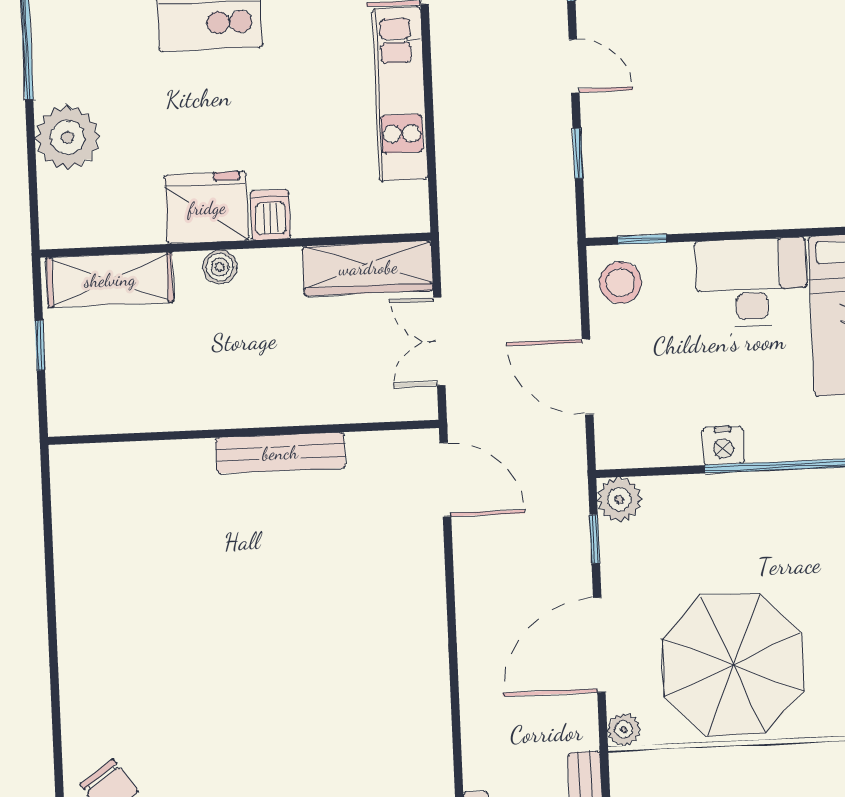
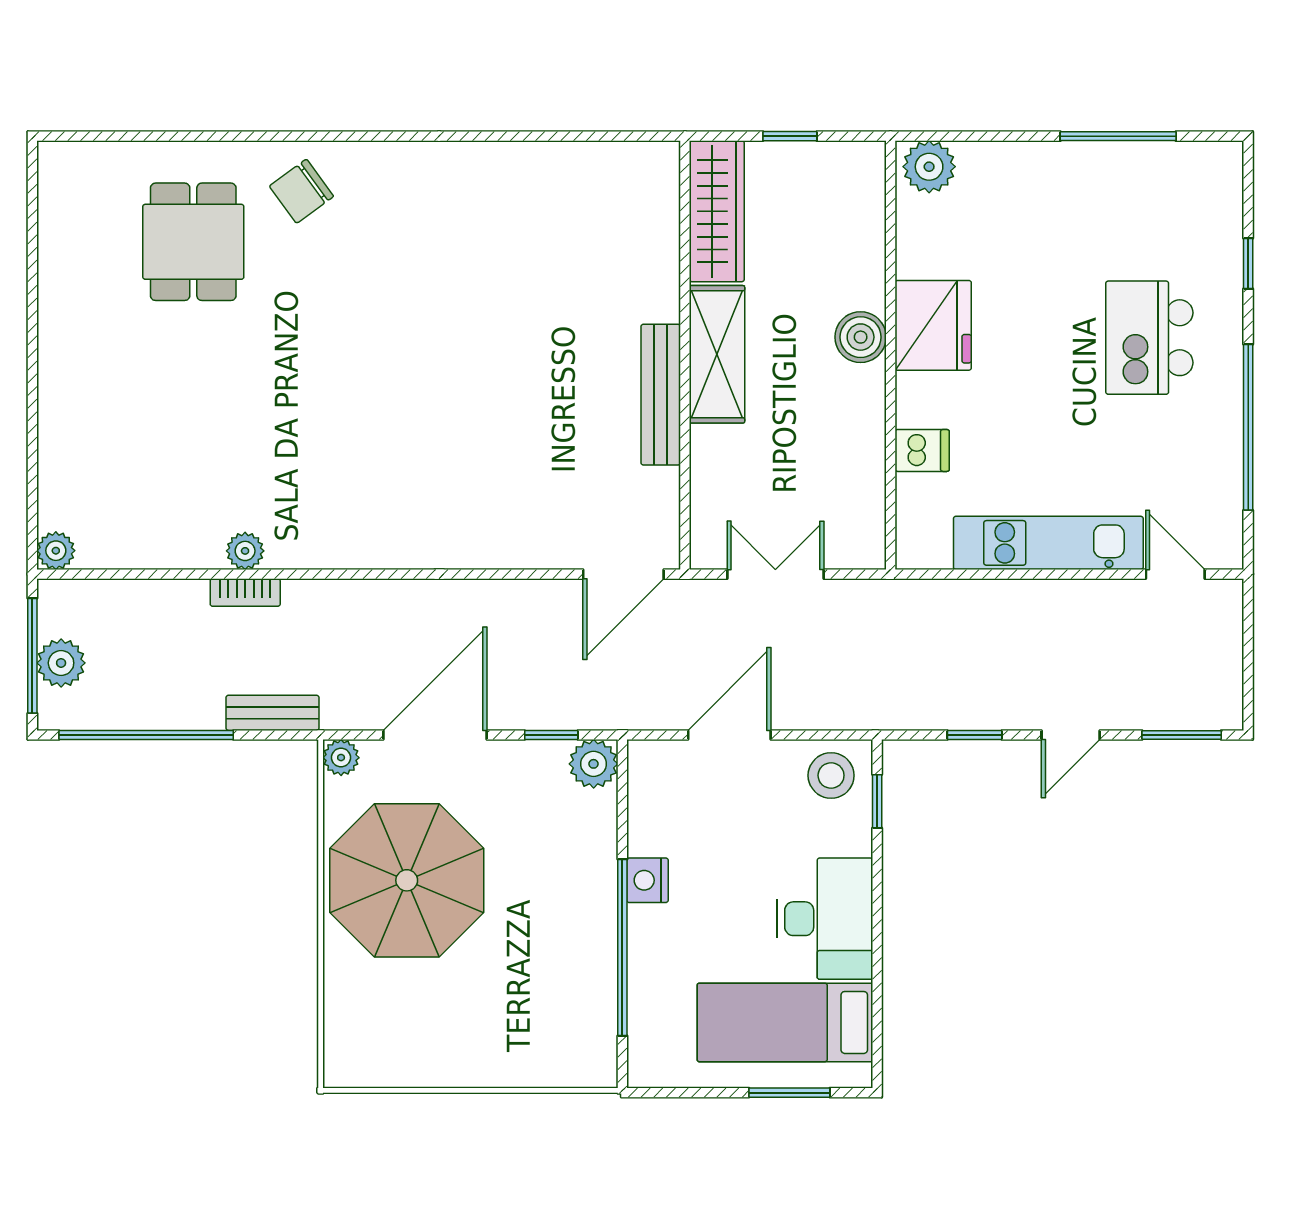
plant: (67, 137) -> (929, 167), moved, width x0.73, depth x0.73
dishwasher: (270, 215) -> (922, 450), moved
boiler: (220, 267) -> (861, 337), width x1.36, depth x1.36
wardrobe: (368, 268) -> (717, 211), moved, turned 180
shelving: (110, 280) -> (717, 354), moved
door: (599, 645) -> (435, 735), hinge flipped

